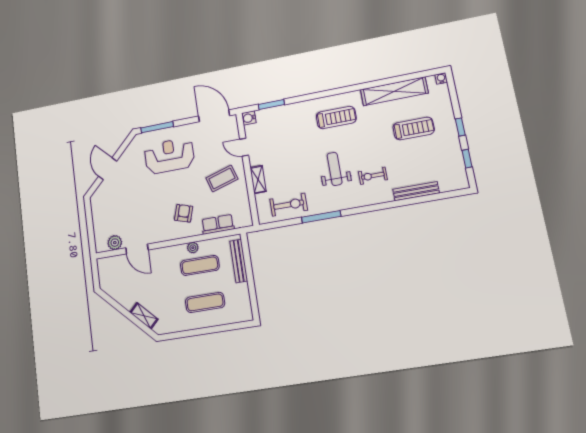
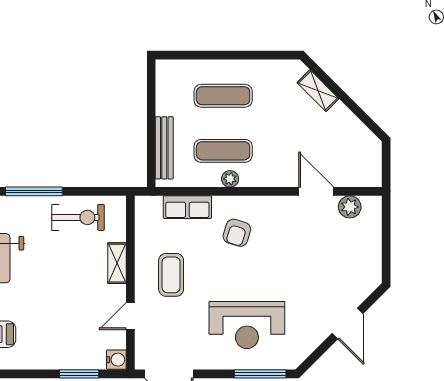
door: (244, 147) -> (130, 316), swing flipped
coffee table: (222, 178) -> (171, 275), turned -73
exercise bike: (289, 205) -> (78, 217), turned 180

